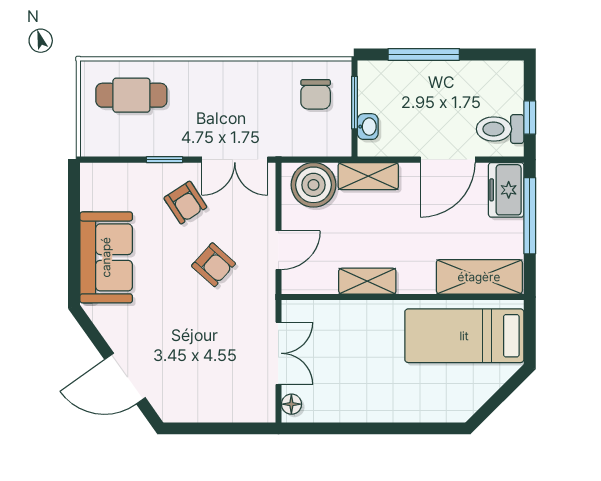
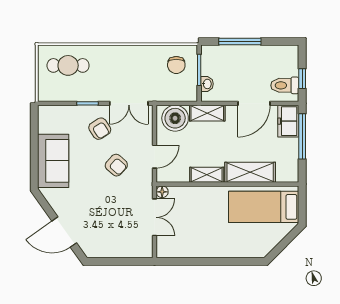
shelving: (479, 277) -> (250, 172), moved
floor lamp: (291, 404) -> (162, 192), moved

